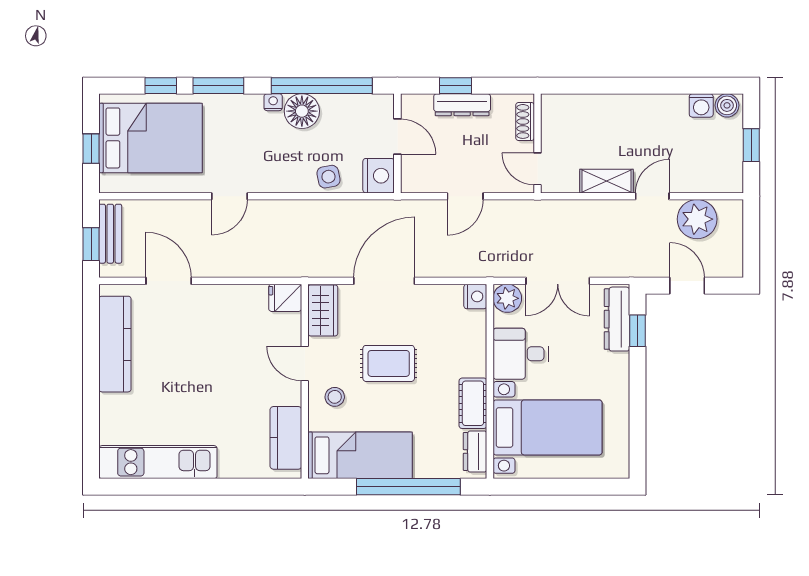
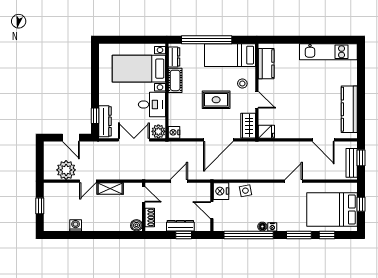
washing machine: (701, 105) -> (76, 225), moved
boiler: (727, 105) -> (136, 225), moved
floor lamp: (302, 111) -> (262, 227), width x0.53, depth x0.53

